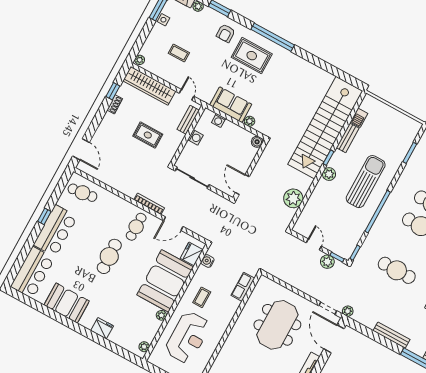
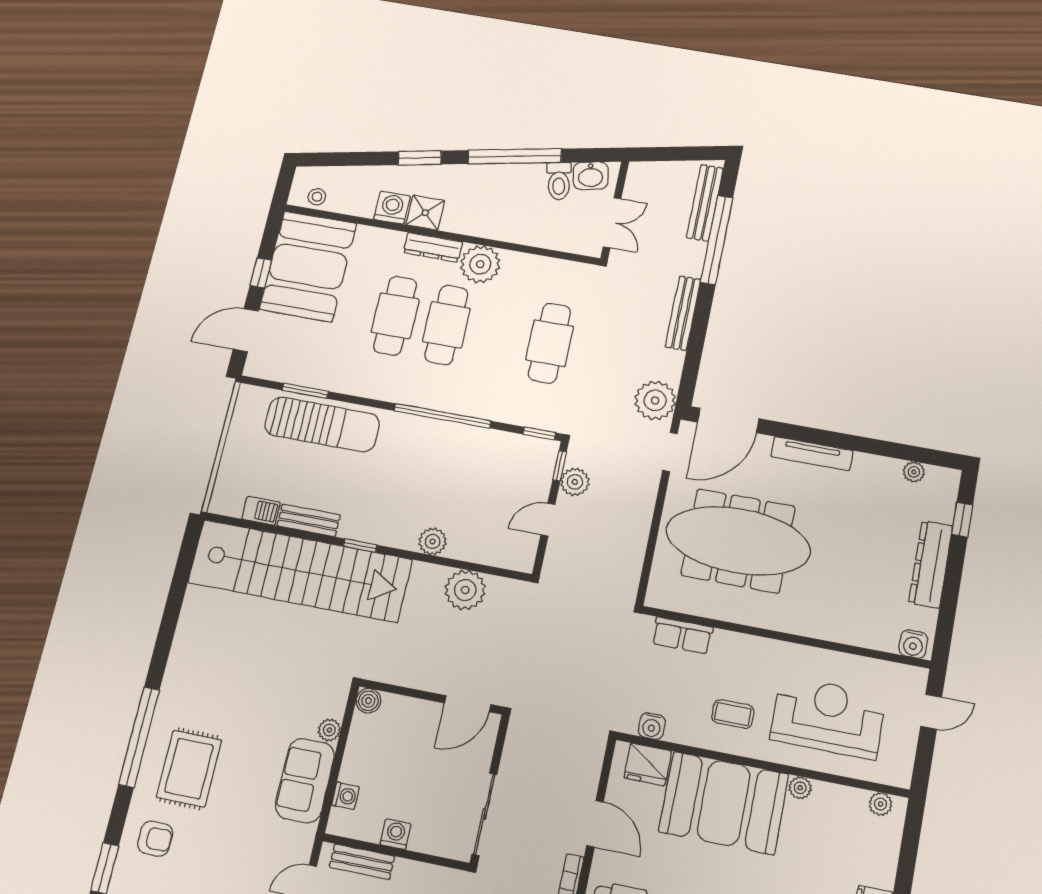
plant: (329, 174) -> (433, 541), moved
sun lounger: (366, 182) -> (322, 424), moved, turned 180
plant: (348, 311) -> (655, 400), width x1.88, depth x1.88
meeting table: (277, 325) -> (738, 541), width x1.36

